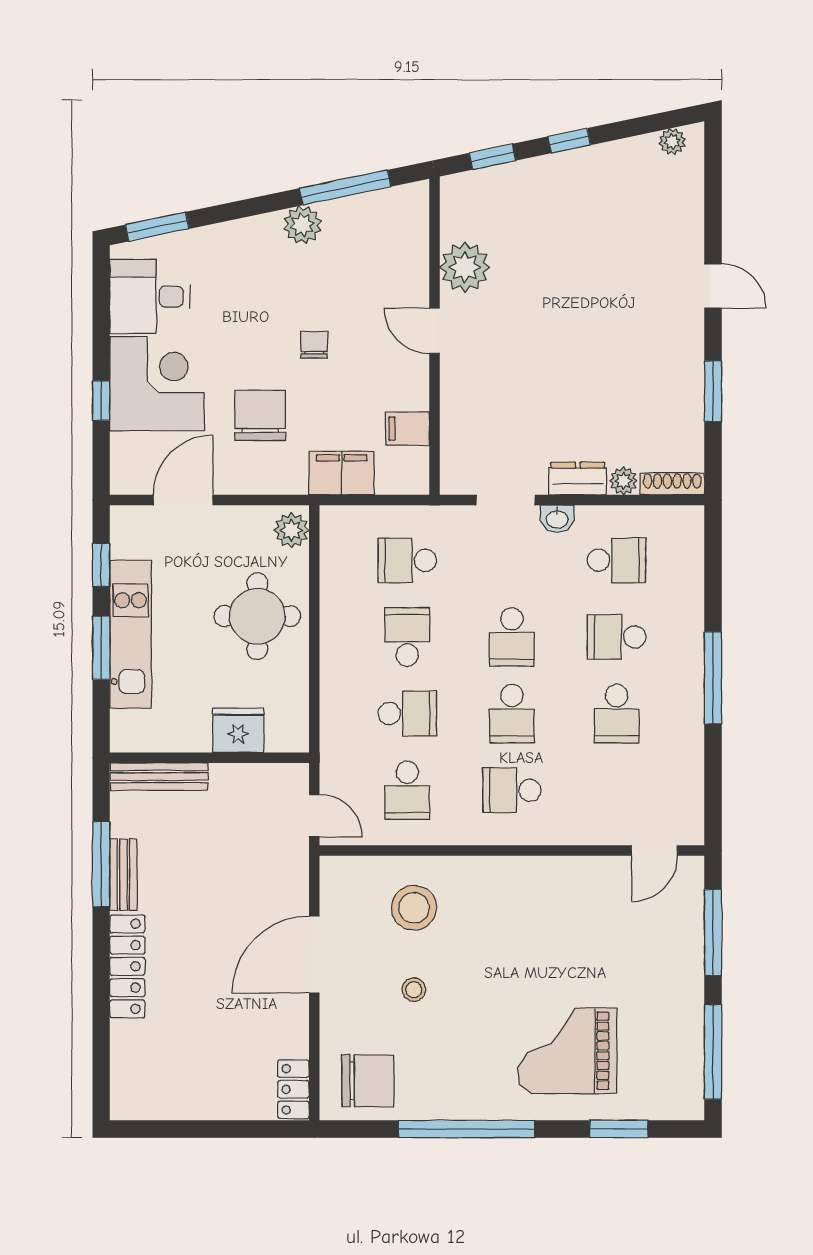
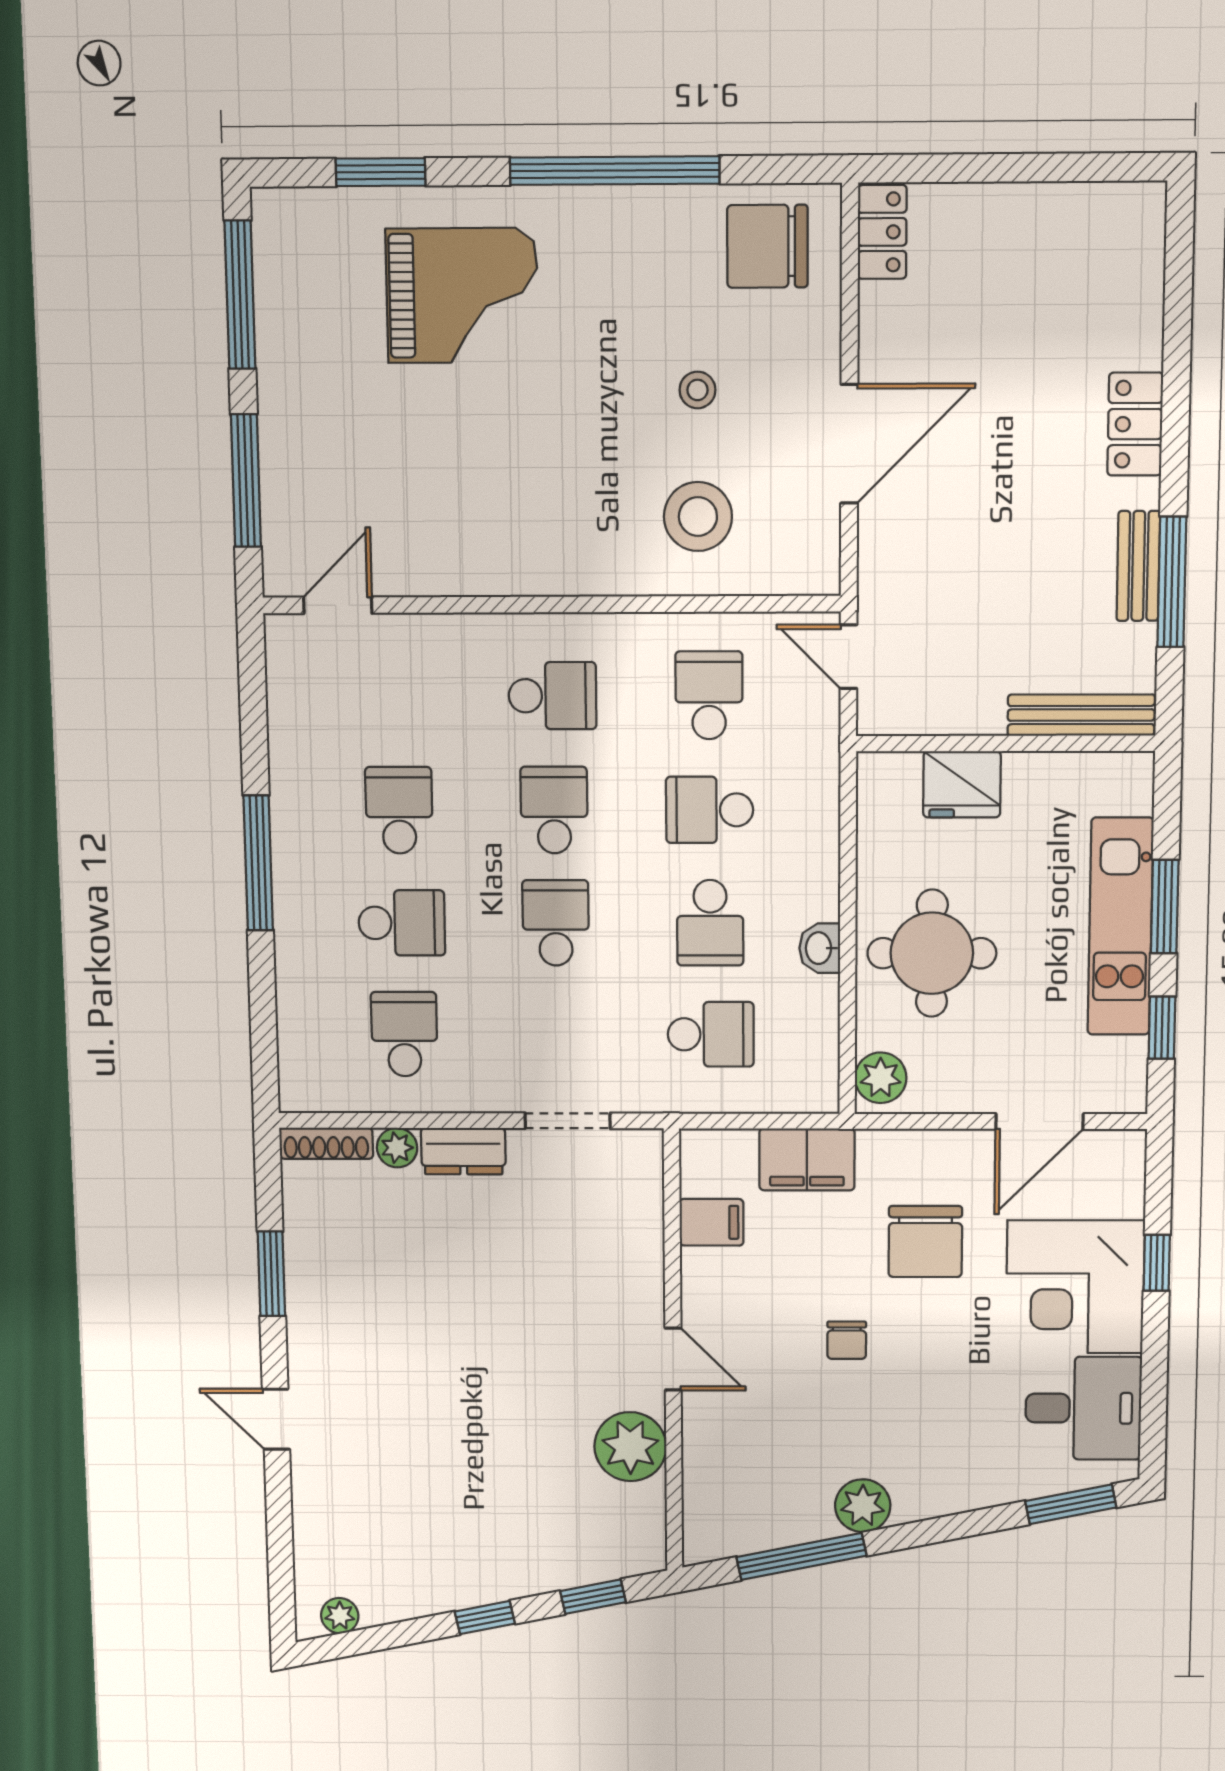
washbasin: (557, 519) -> (820, 948), moved, turned -90
school desk: (617, 560) -> (404, 1034), turned 90
locker: (127, 966) -> (1135, 424), width x0.66

